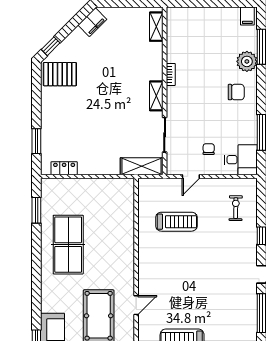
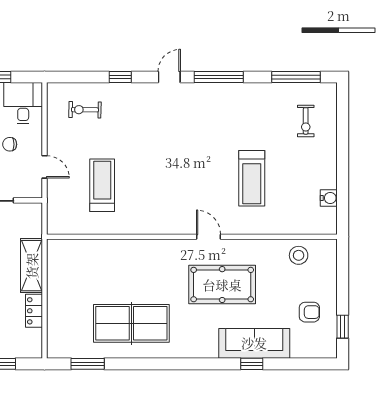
shelving: (142, 166) -> (32, 266), moved
locker: (64, 168) -> (34, 311), moved

